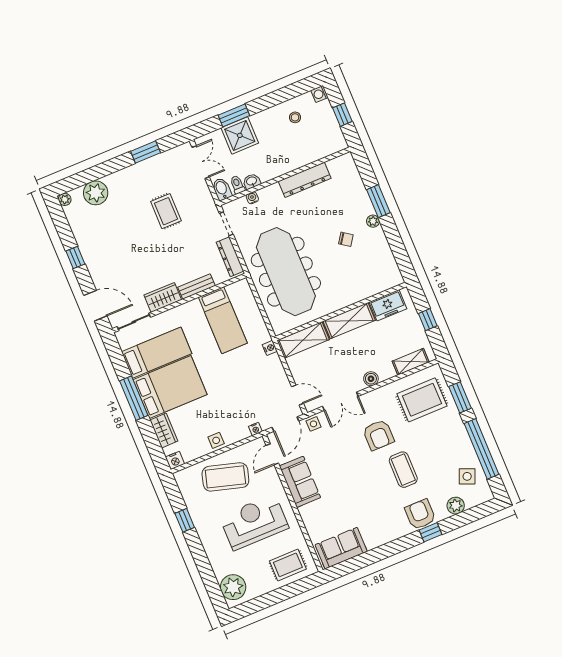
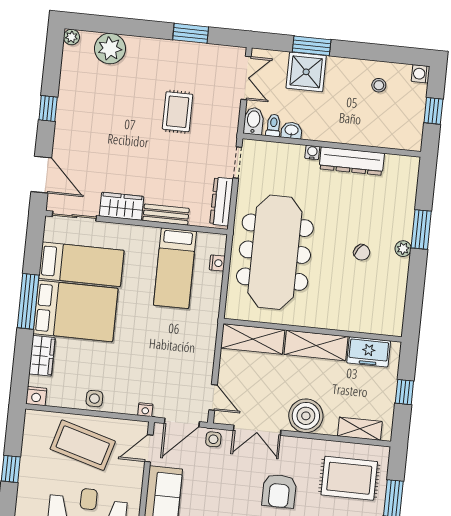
water cooler: (252, 198) -> (312, 152), moved
nightstand: (270, 348) -> (217, 263), moved
boiler: (371, 379) -> (306, 416), width x1.86, depth x1.86

